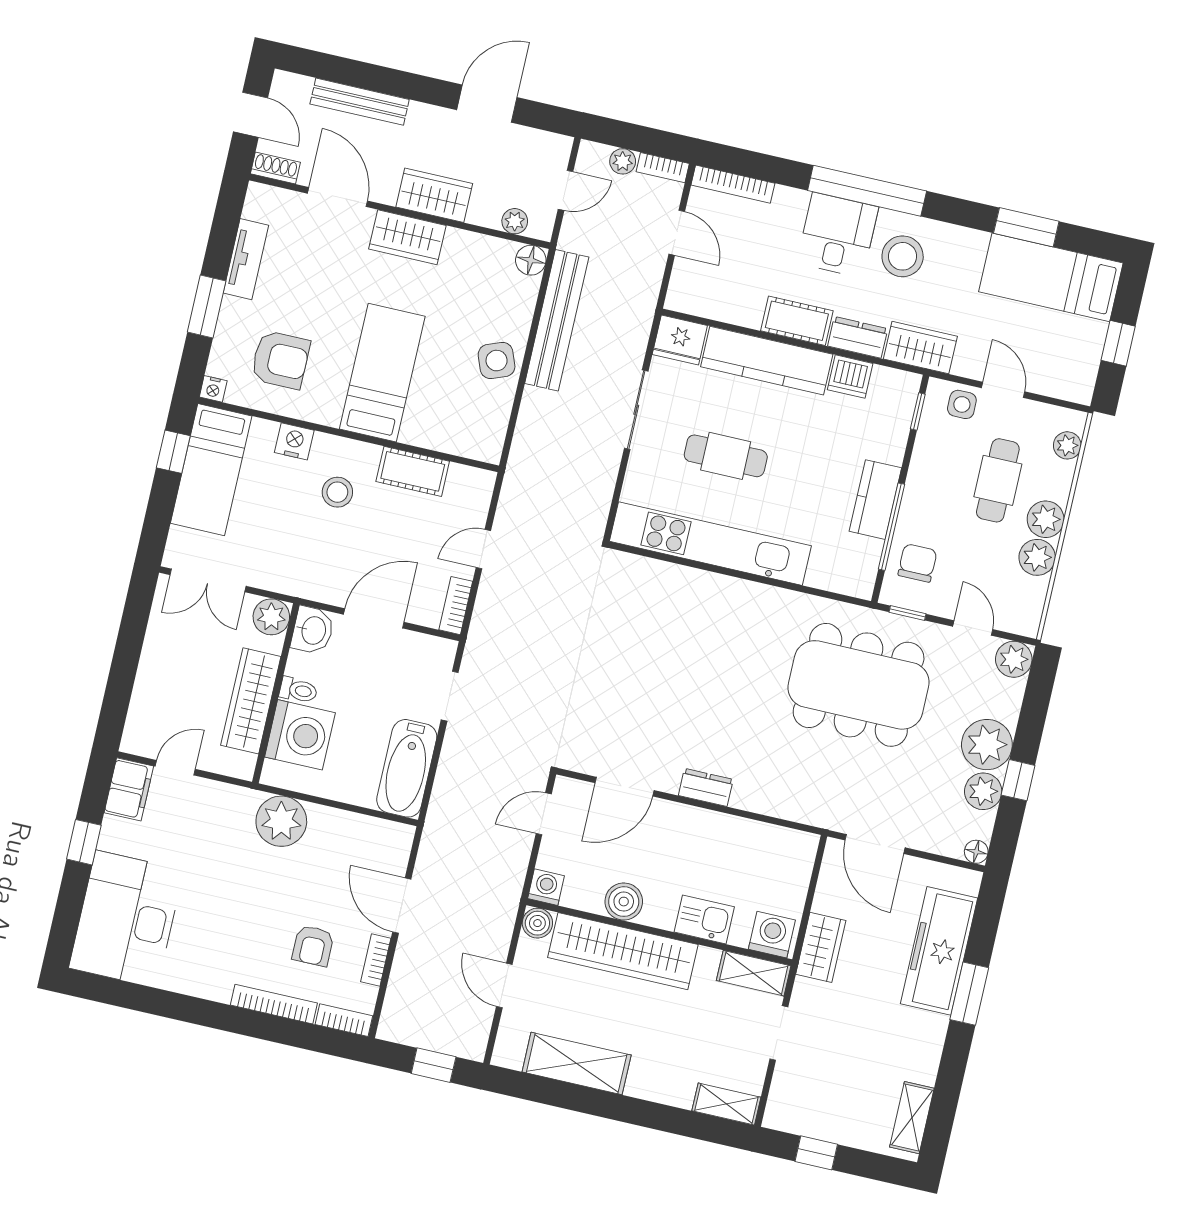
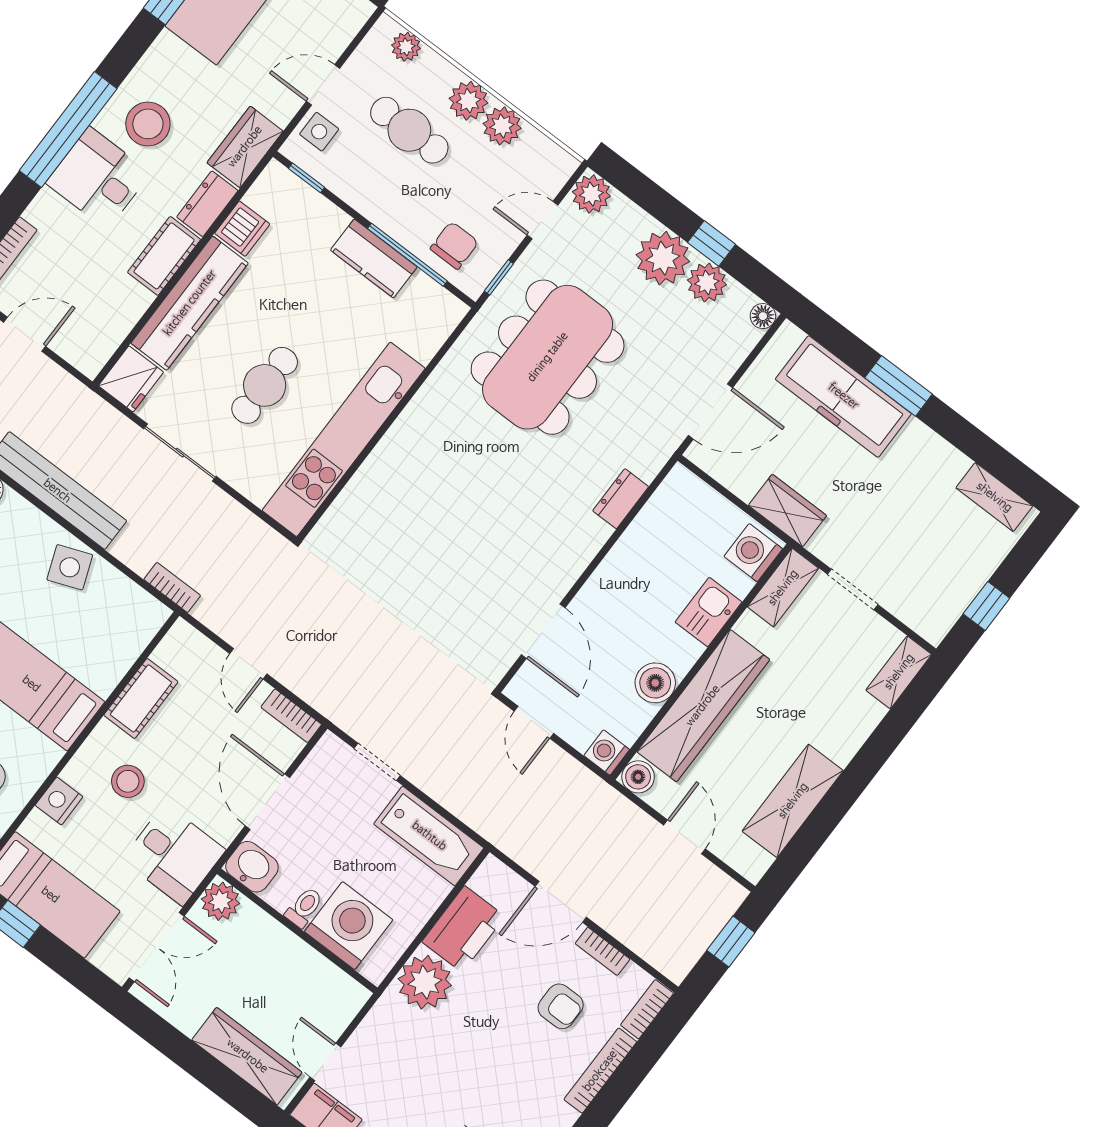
bookcase: (519, 455) -> (172, 587), added
desk: (293, 559) -> (174, 855), added
chair: (917, 563) -> (454, 245), turned 90
wardrobe: (251, 701) -> (247, 1056), moved, turned 180
dresser: (706, 787) -> (621, 499), moved
printer: (341, 833) -> (463, 929), added
door: (504, 986) -> (684, 837), swing flipped

